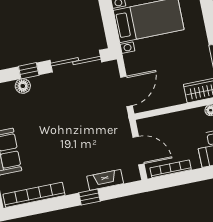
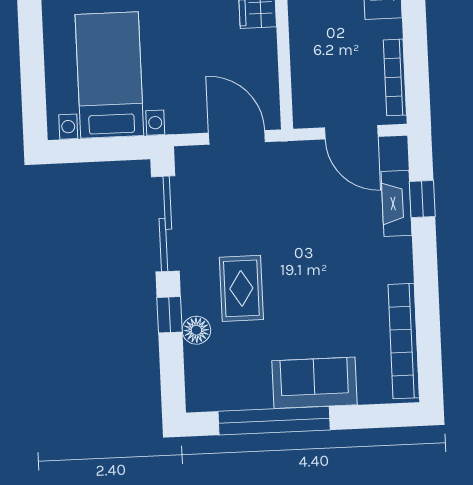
rug: (48, 106) -> (241, 288), added
door: (139, 151) -> (351, 132), swing flipped
window: (89, 197) -> (422, 199), moved

